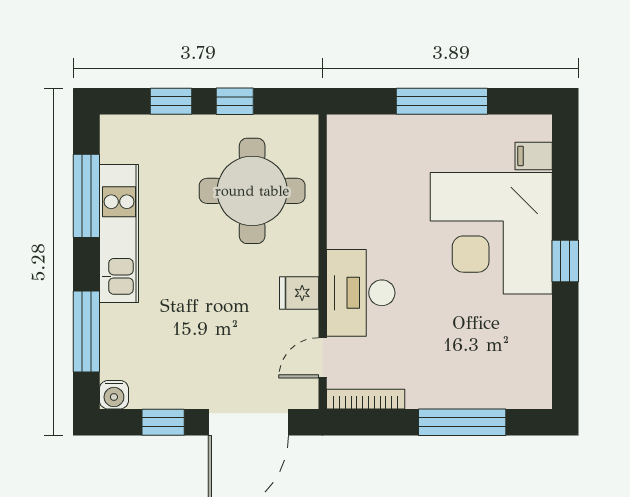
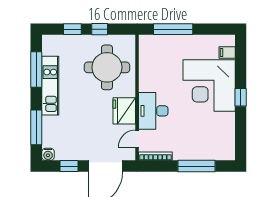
window: (442, 101) -> (173, 29), moved
fridge: (299, 293) -> (124, 111), width x1.88, depth x1.34

